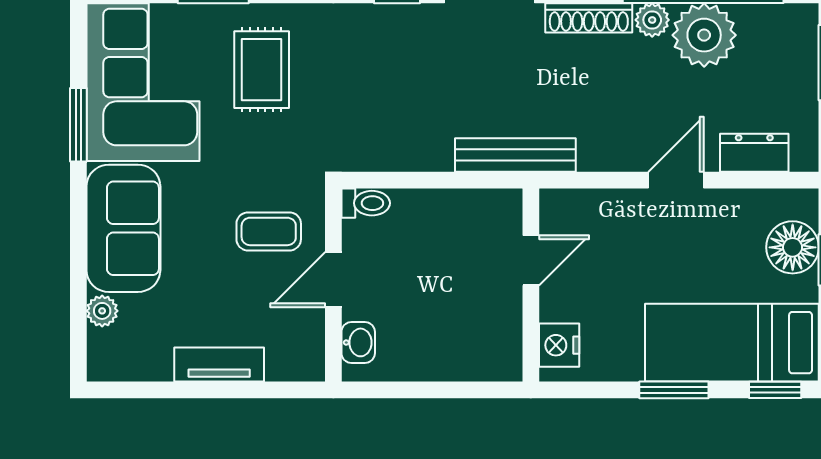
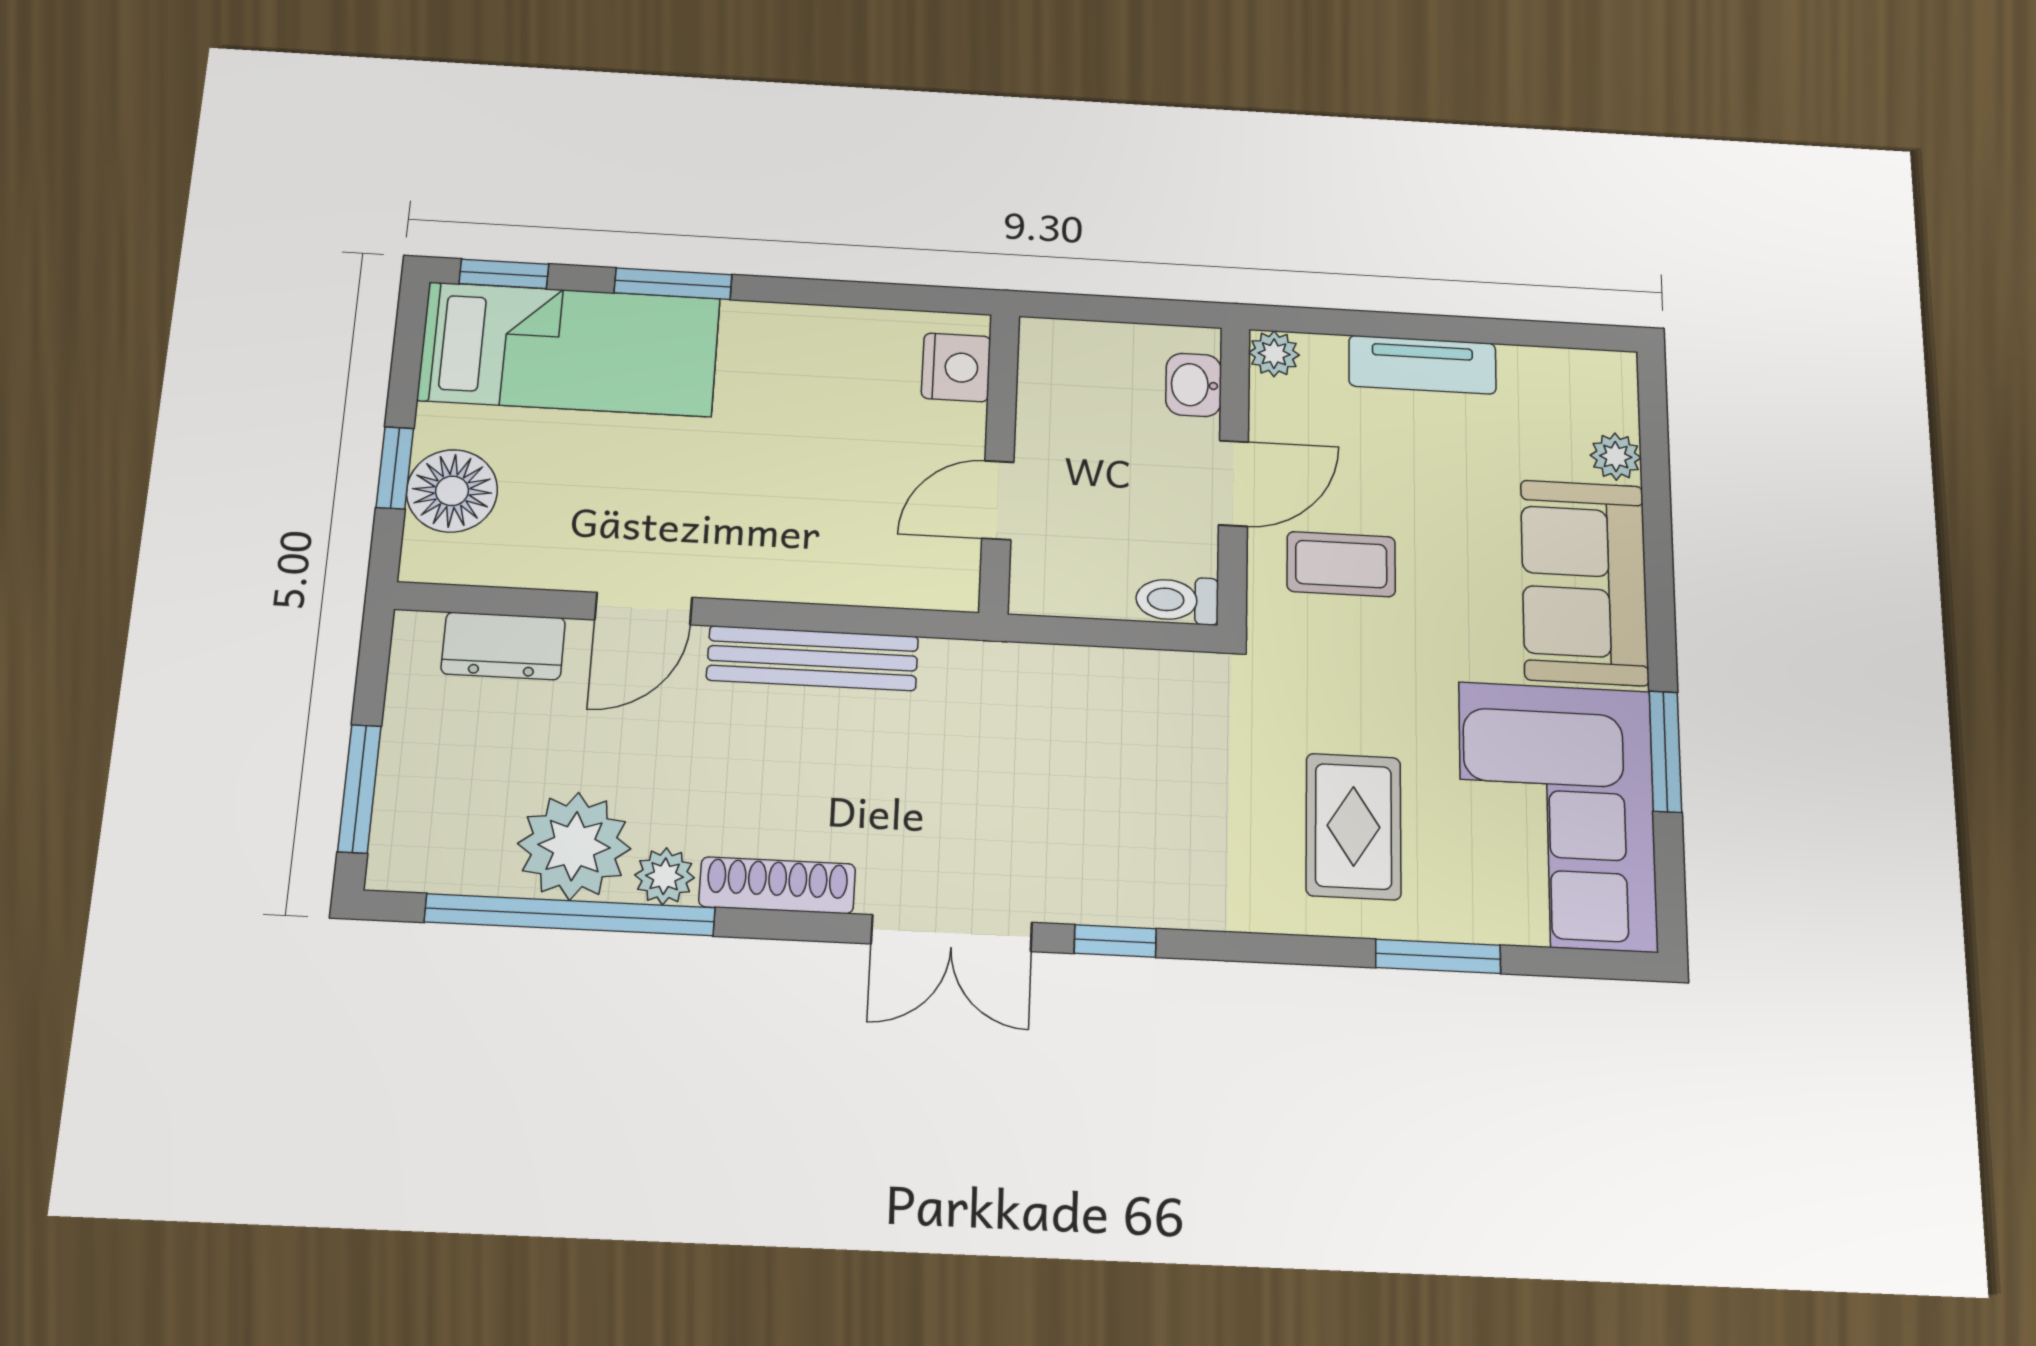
bench: (515, 155) -> (813, 658), moved
door: (531, 260) -> (998, 500), moved
wall: (531, 285) -> (999, 462), moved
nightstand: (559, 345) -> (956, 367), moved
plant: (310, 366) -> (1274, 354), added

